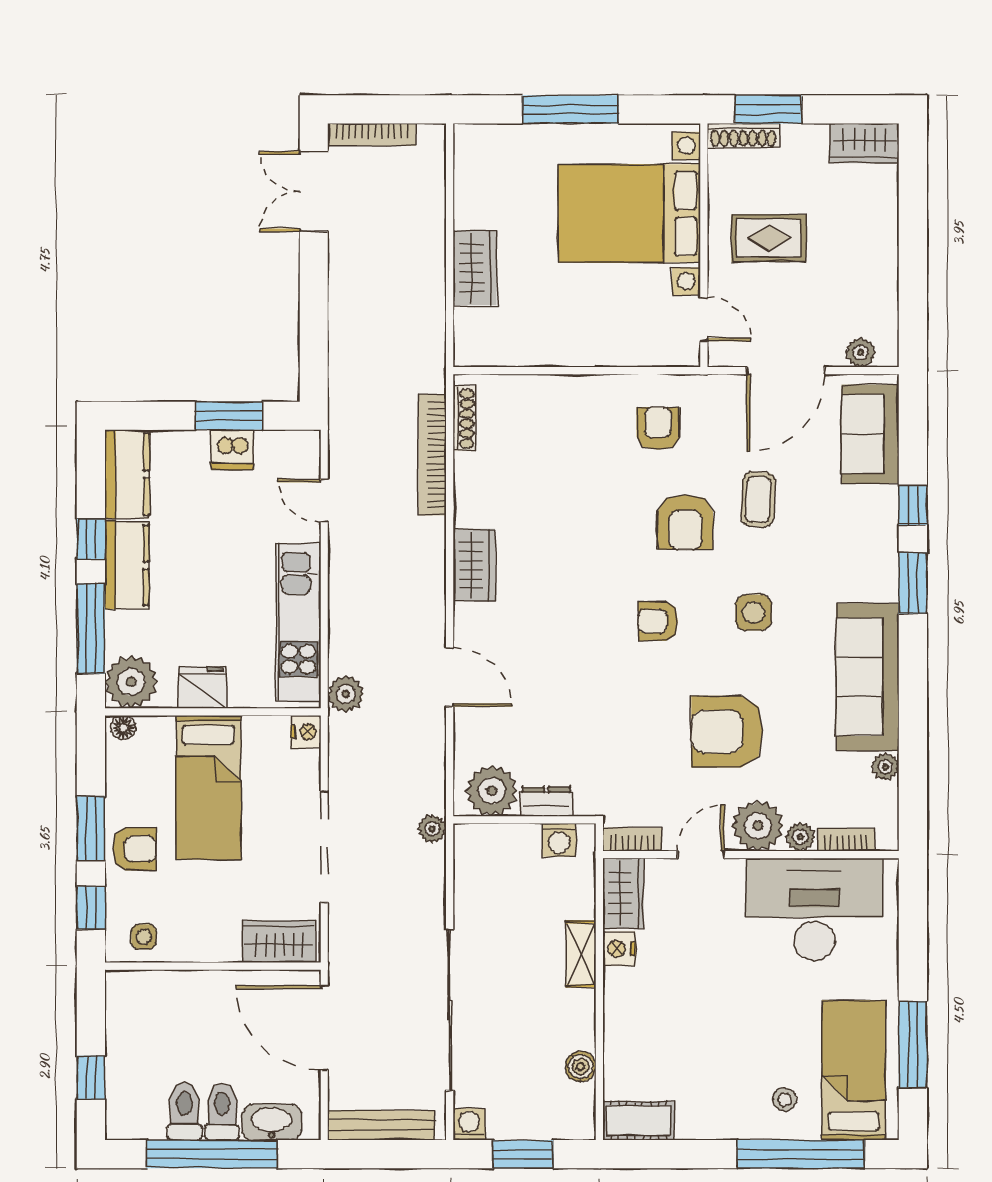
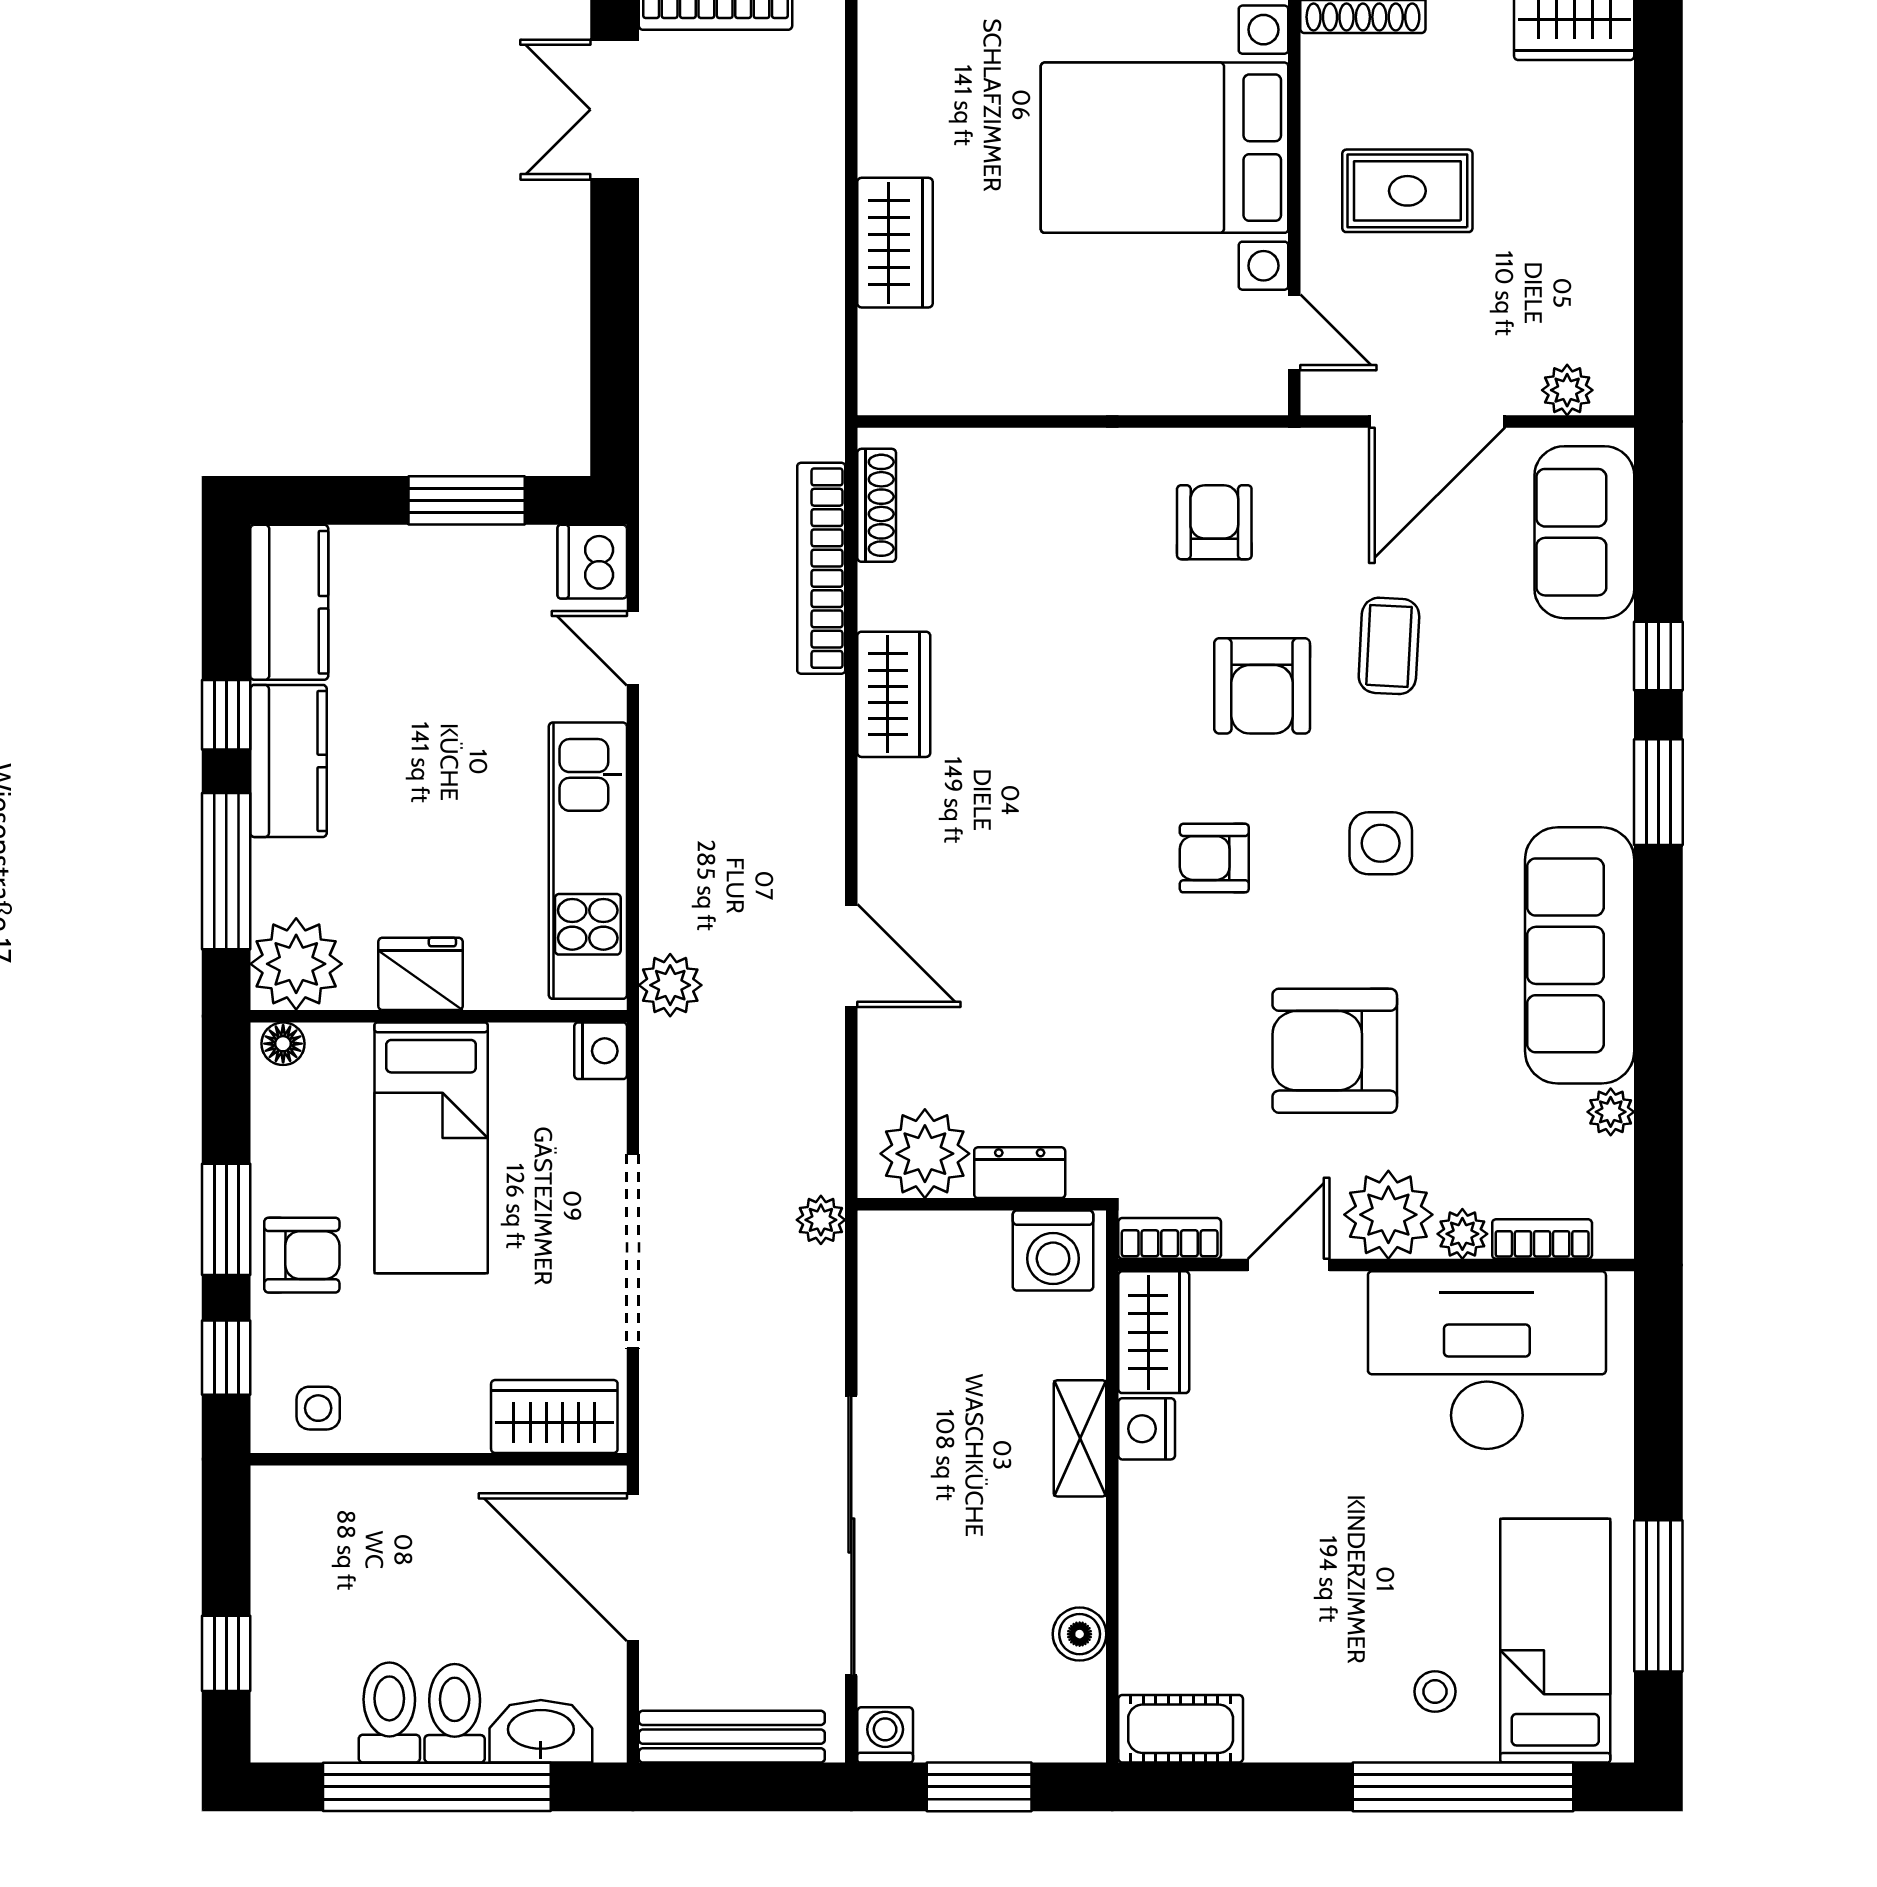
dishwasher: (232, 450) -> (592, 562), moved, turned 90
wardrobe: (474, 565) -> (894, 694), moved
washing machine: (559, 840) -> (1053, 1251), width x1.38, depth x1.38

